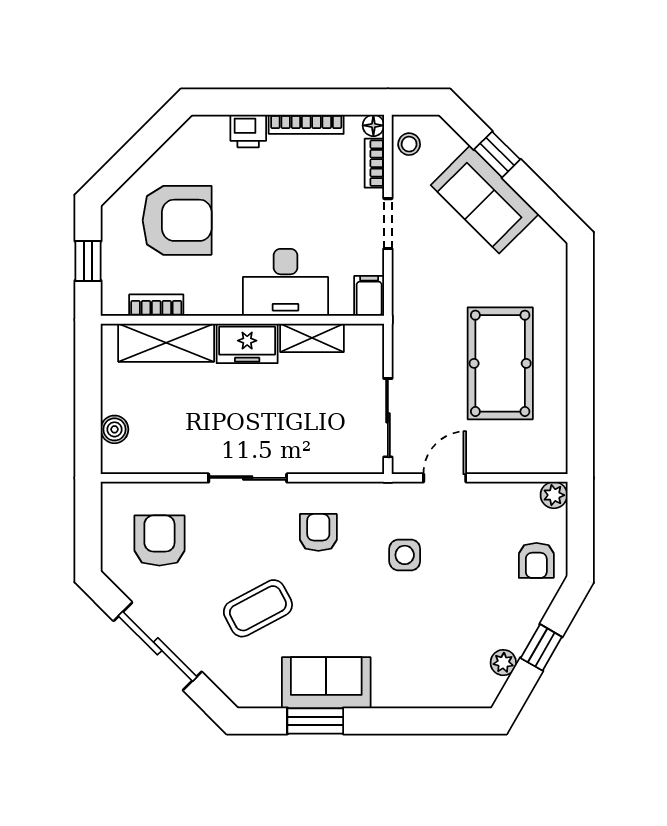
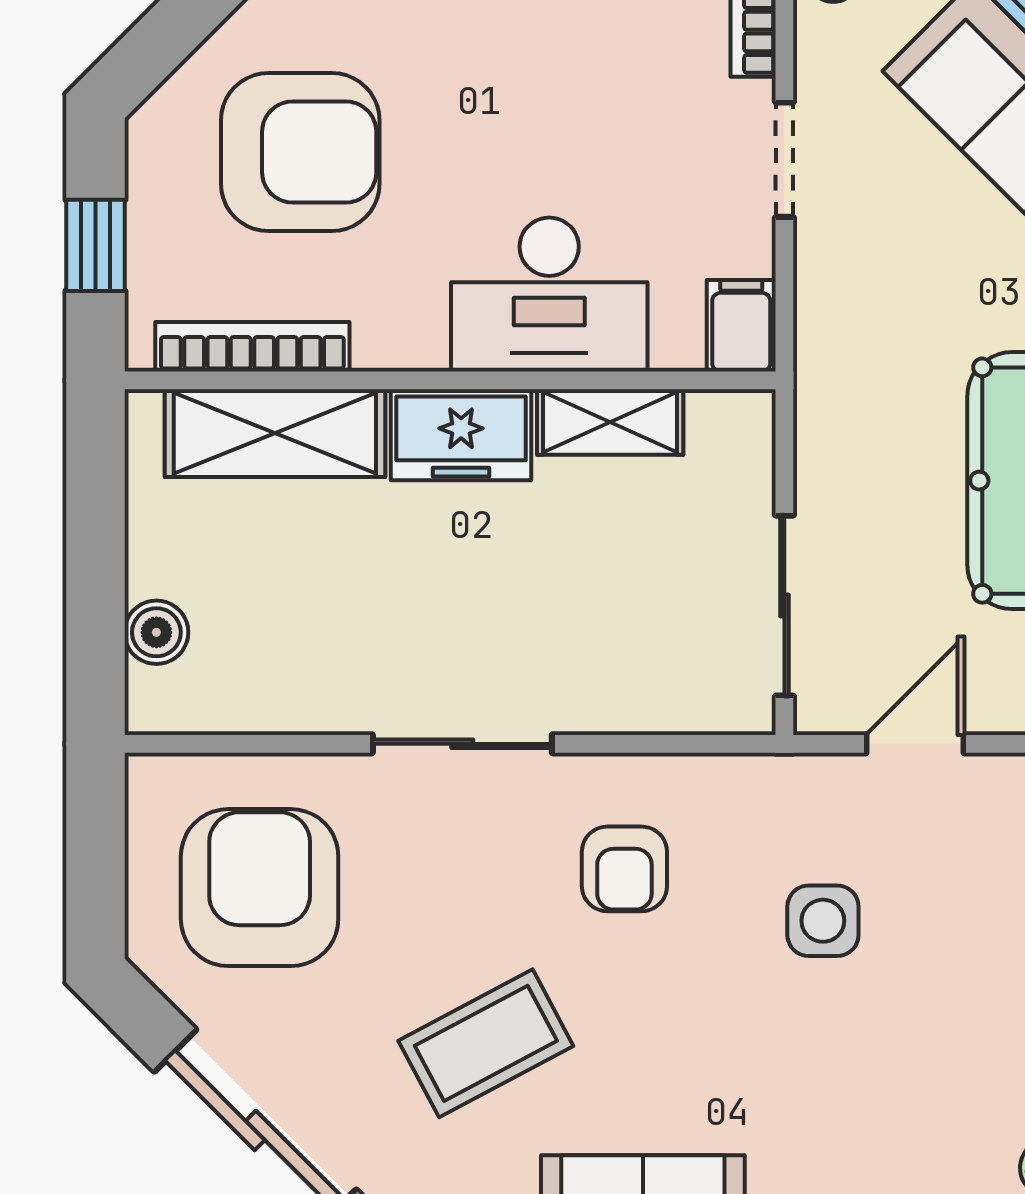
bookcase: (156, 305) -> (252, 347), width x1.56
armchair: (318, 532) -> (624, 869), turned 180
armchair: (159, 541) -> (260, 888), width x1.36, depth x1.36

